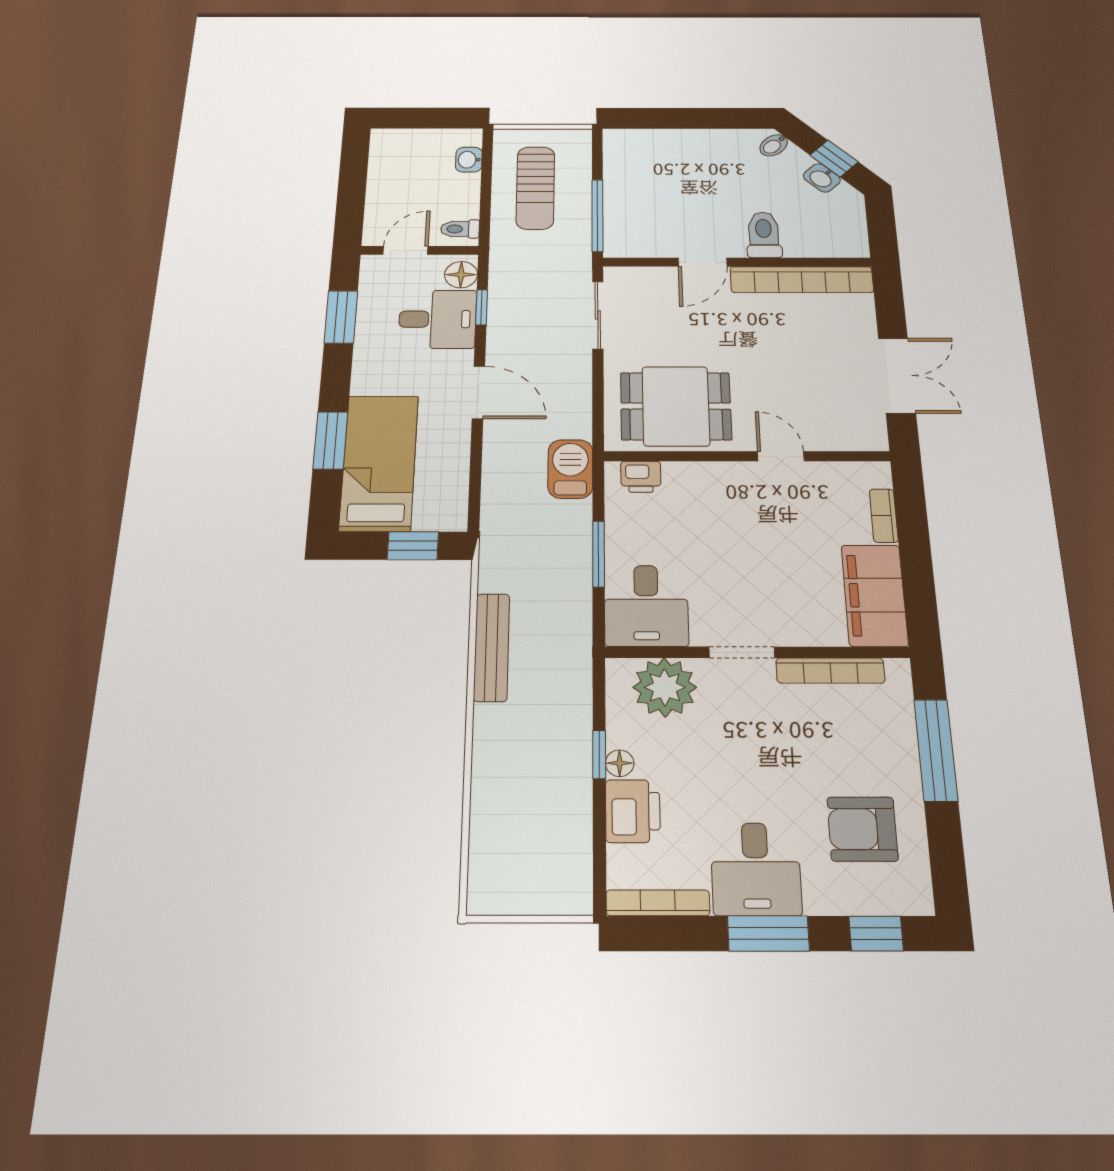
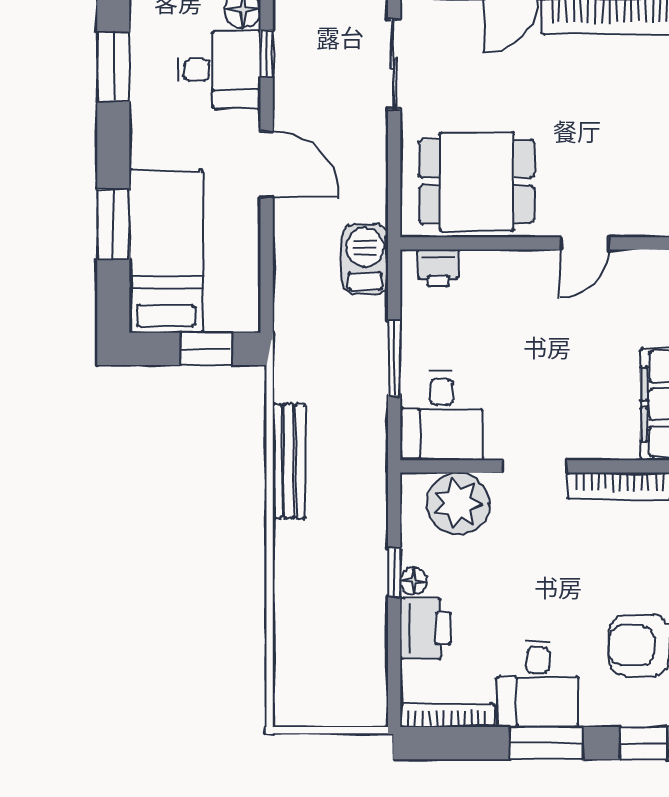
door: (781, 456) -> (585, 243), swing flipped

